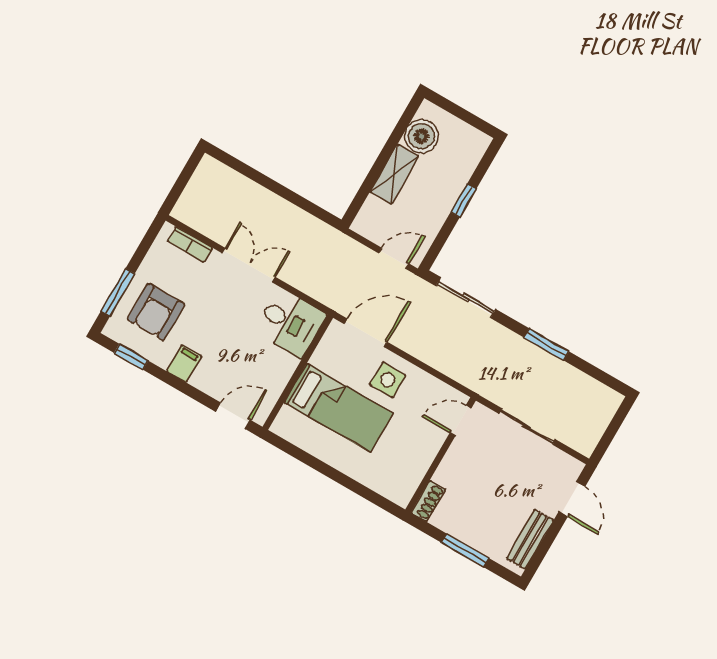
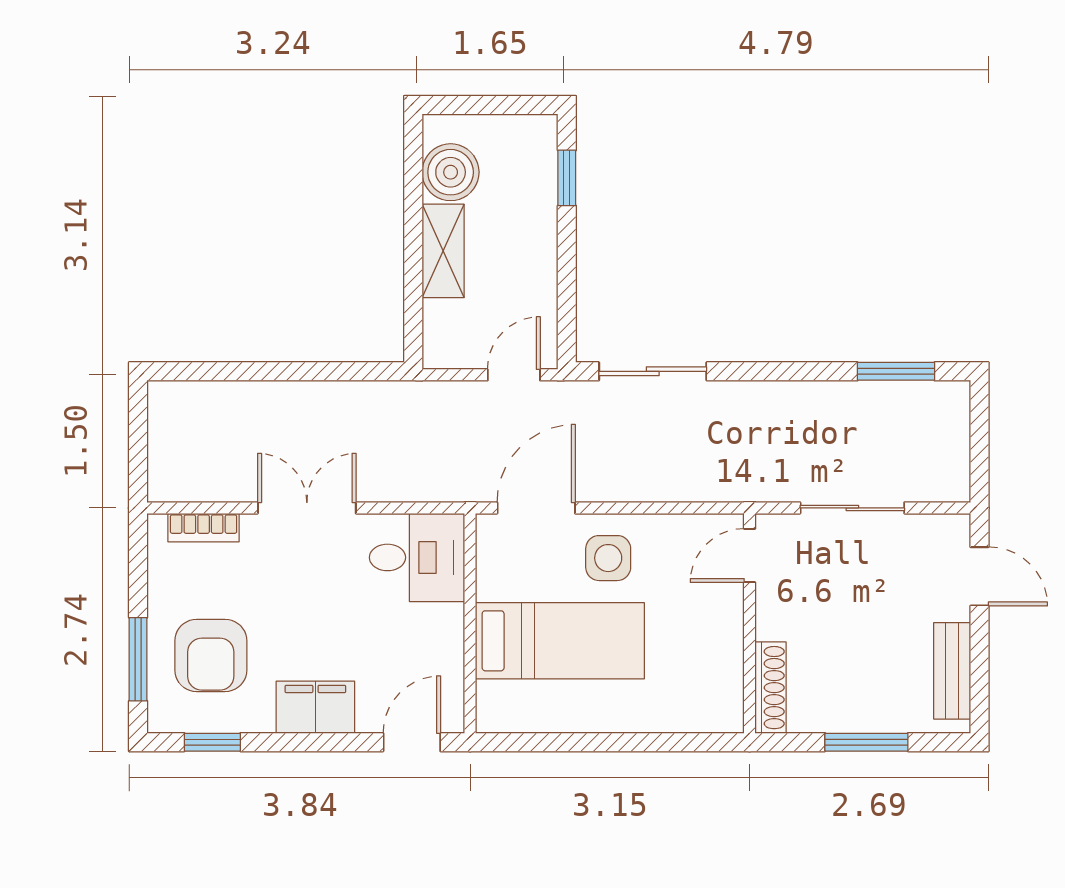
window: (463, 201) -> (567, 178), moved
window: (546, 344) -> (896, 371), moved
filing cabinet: (184, 364) -> (315, 707), width x2.00
shoe rack: (428, 501) -> (770, 688), width x1.43

